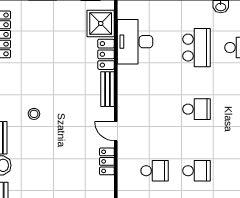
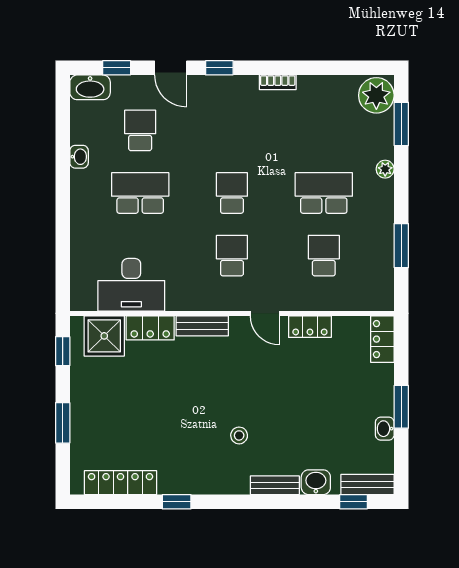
school desk: (155, 109) -> (232, 256), added
door: (116, 131) -> (265, 313), hinge flipped
school desk: (196, 171) -> (324, 193), width x1.85

